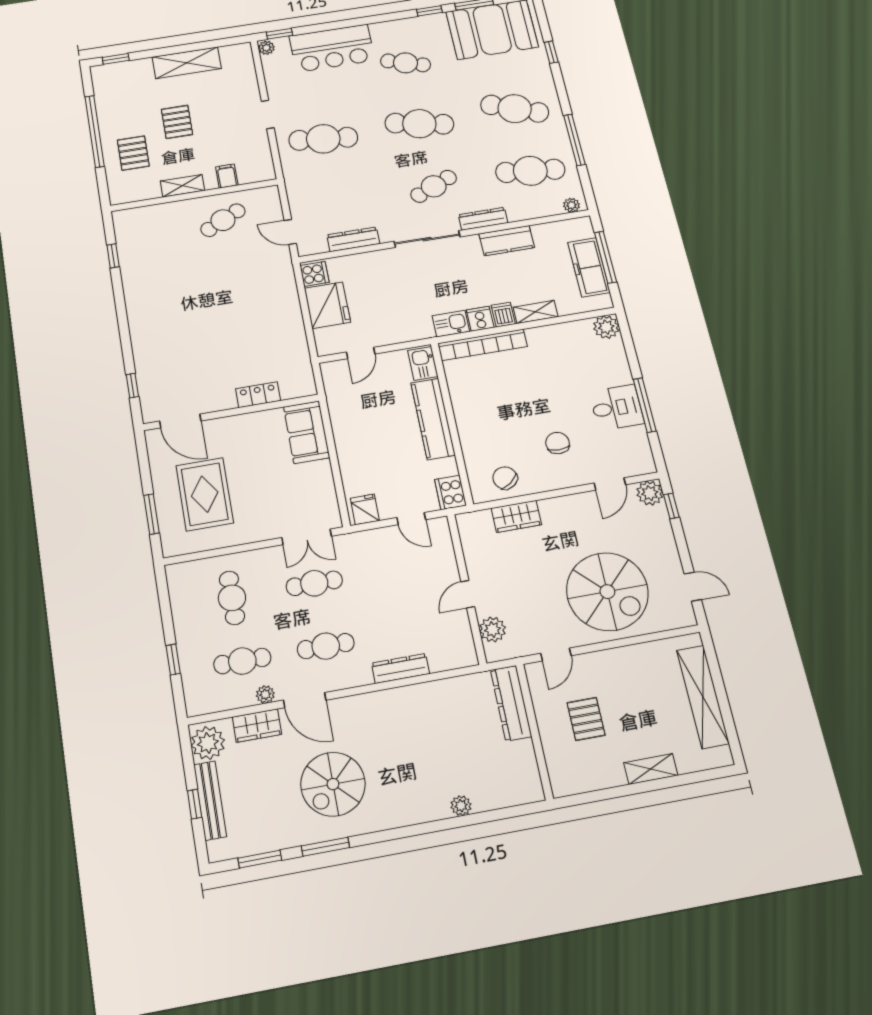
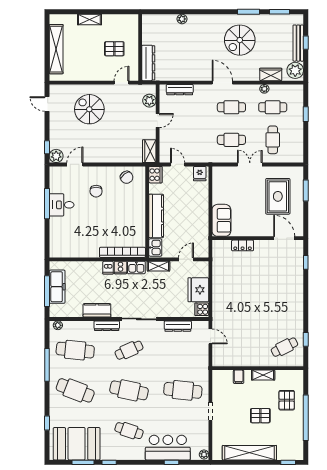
window: (279, 34) -> (171, 462), moved
shelving: (187, 63) -> (249, 453), width x1.47
pallet: (177, 122) -> (260, 416), turned 90
cafe table: (223, 220) -> (284, 347), moved
shelving: (536, 312) -> (158, 266), moved
plant: (606, 327) -> (56, 251), removed
wardrobe: (516, 516) -> (149, 151), moved, turned -90
double door: (307, 537) -> (250, 164), moved
spiral stairs: (607, 592) -> (89, 109), width x0.73, depth x0.73
dresser: (401, 668) -> (180, 90), moved
door: (305, 700) -> (222, 83), moved
pallet: (586, 719) -> (114, 49), turned 90
spiral stairs: (333, 784) -> (240, 40), turned 180

